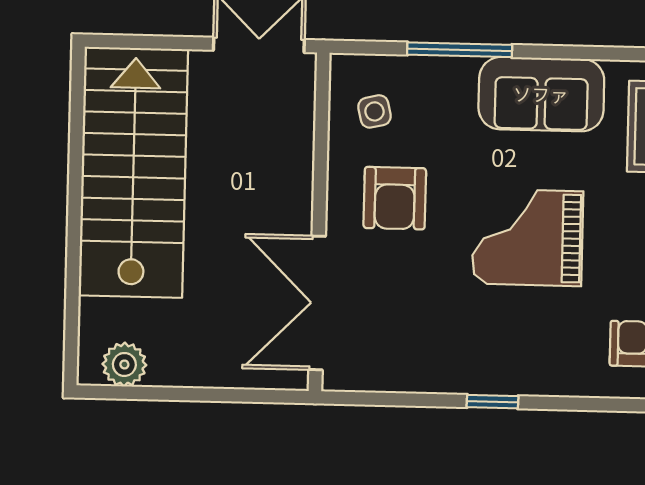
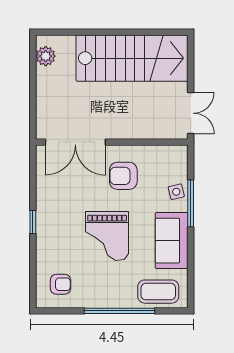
side table: (374, 111) -> (176, 192), moved
grand piano: (528, 237) -> (107, 236), turned 180
double door: (317, 303) -> (75, 142), swing flipped

